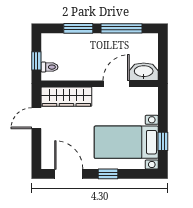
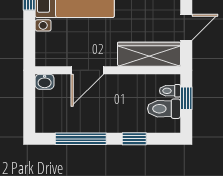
window: (78, 28) -> (134, 139), width x0.67
toilet: (54, 53) -> (164, 109), added
washbasin: (144, 72) -> (45, 82), width x0.52, depth x0.69

